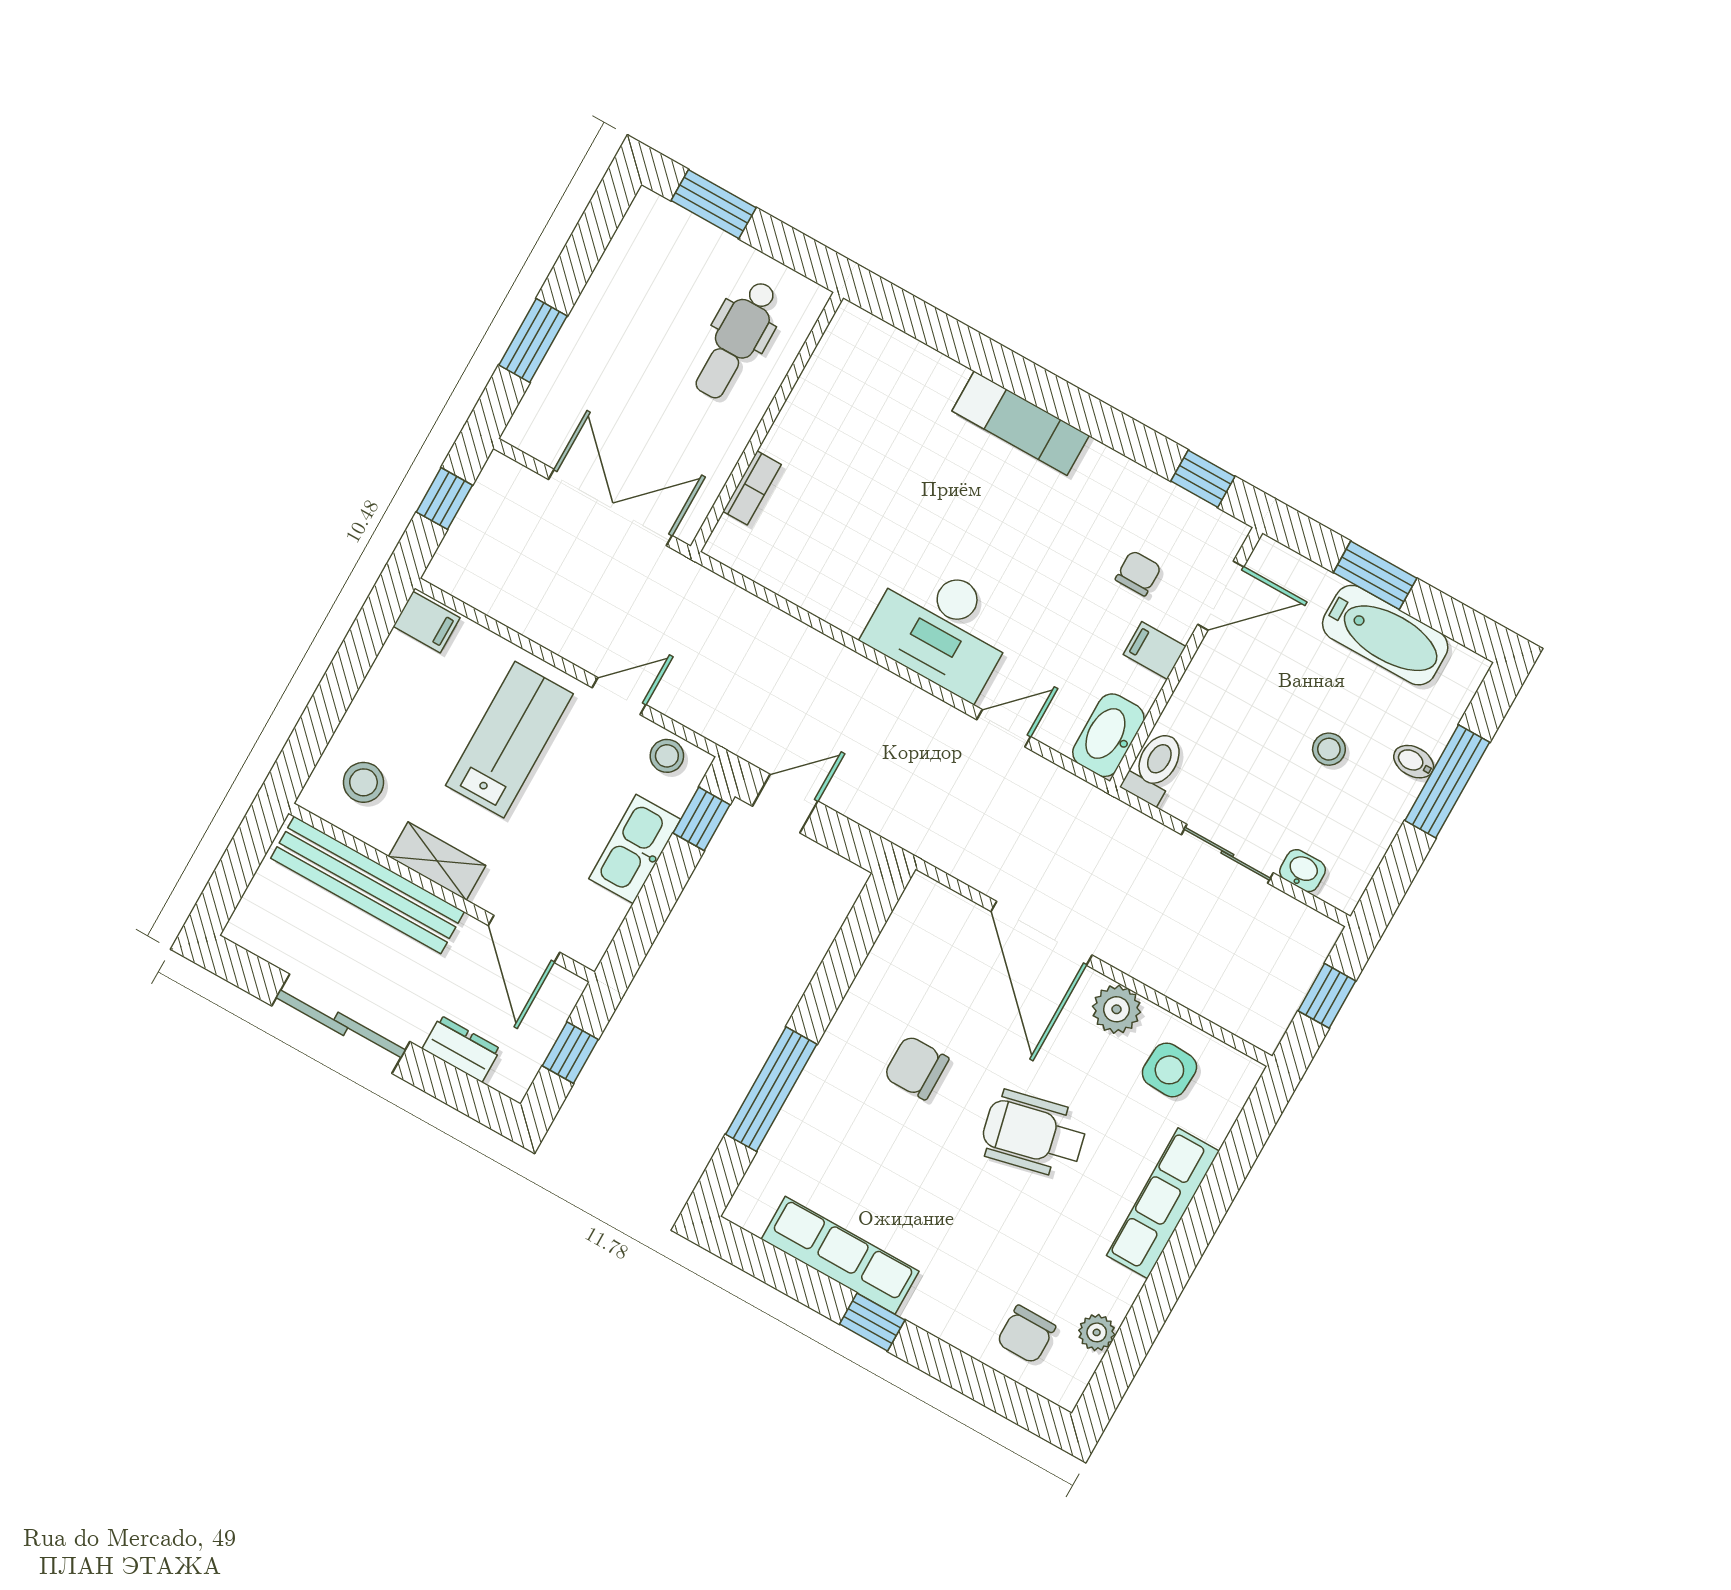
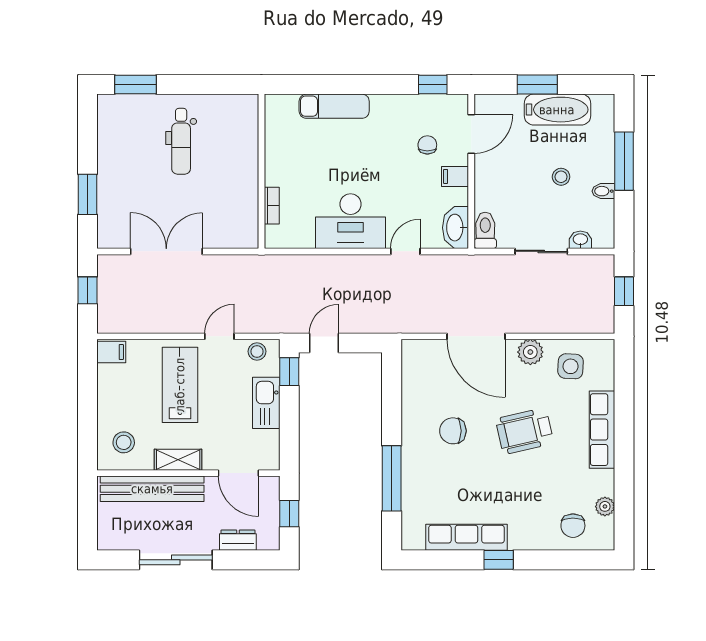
wall: (767, 422) -> (261, 171), moved
bookcase: (752, 488) -> (272, 206), moved
bidet: (1414, 762) -> (603, 191), moved

